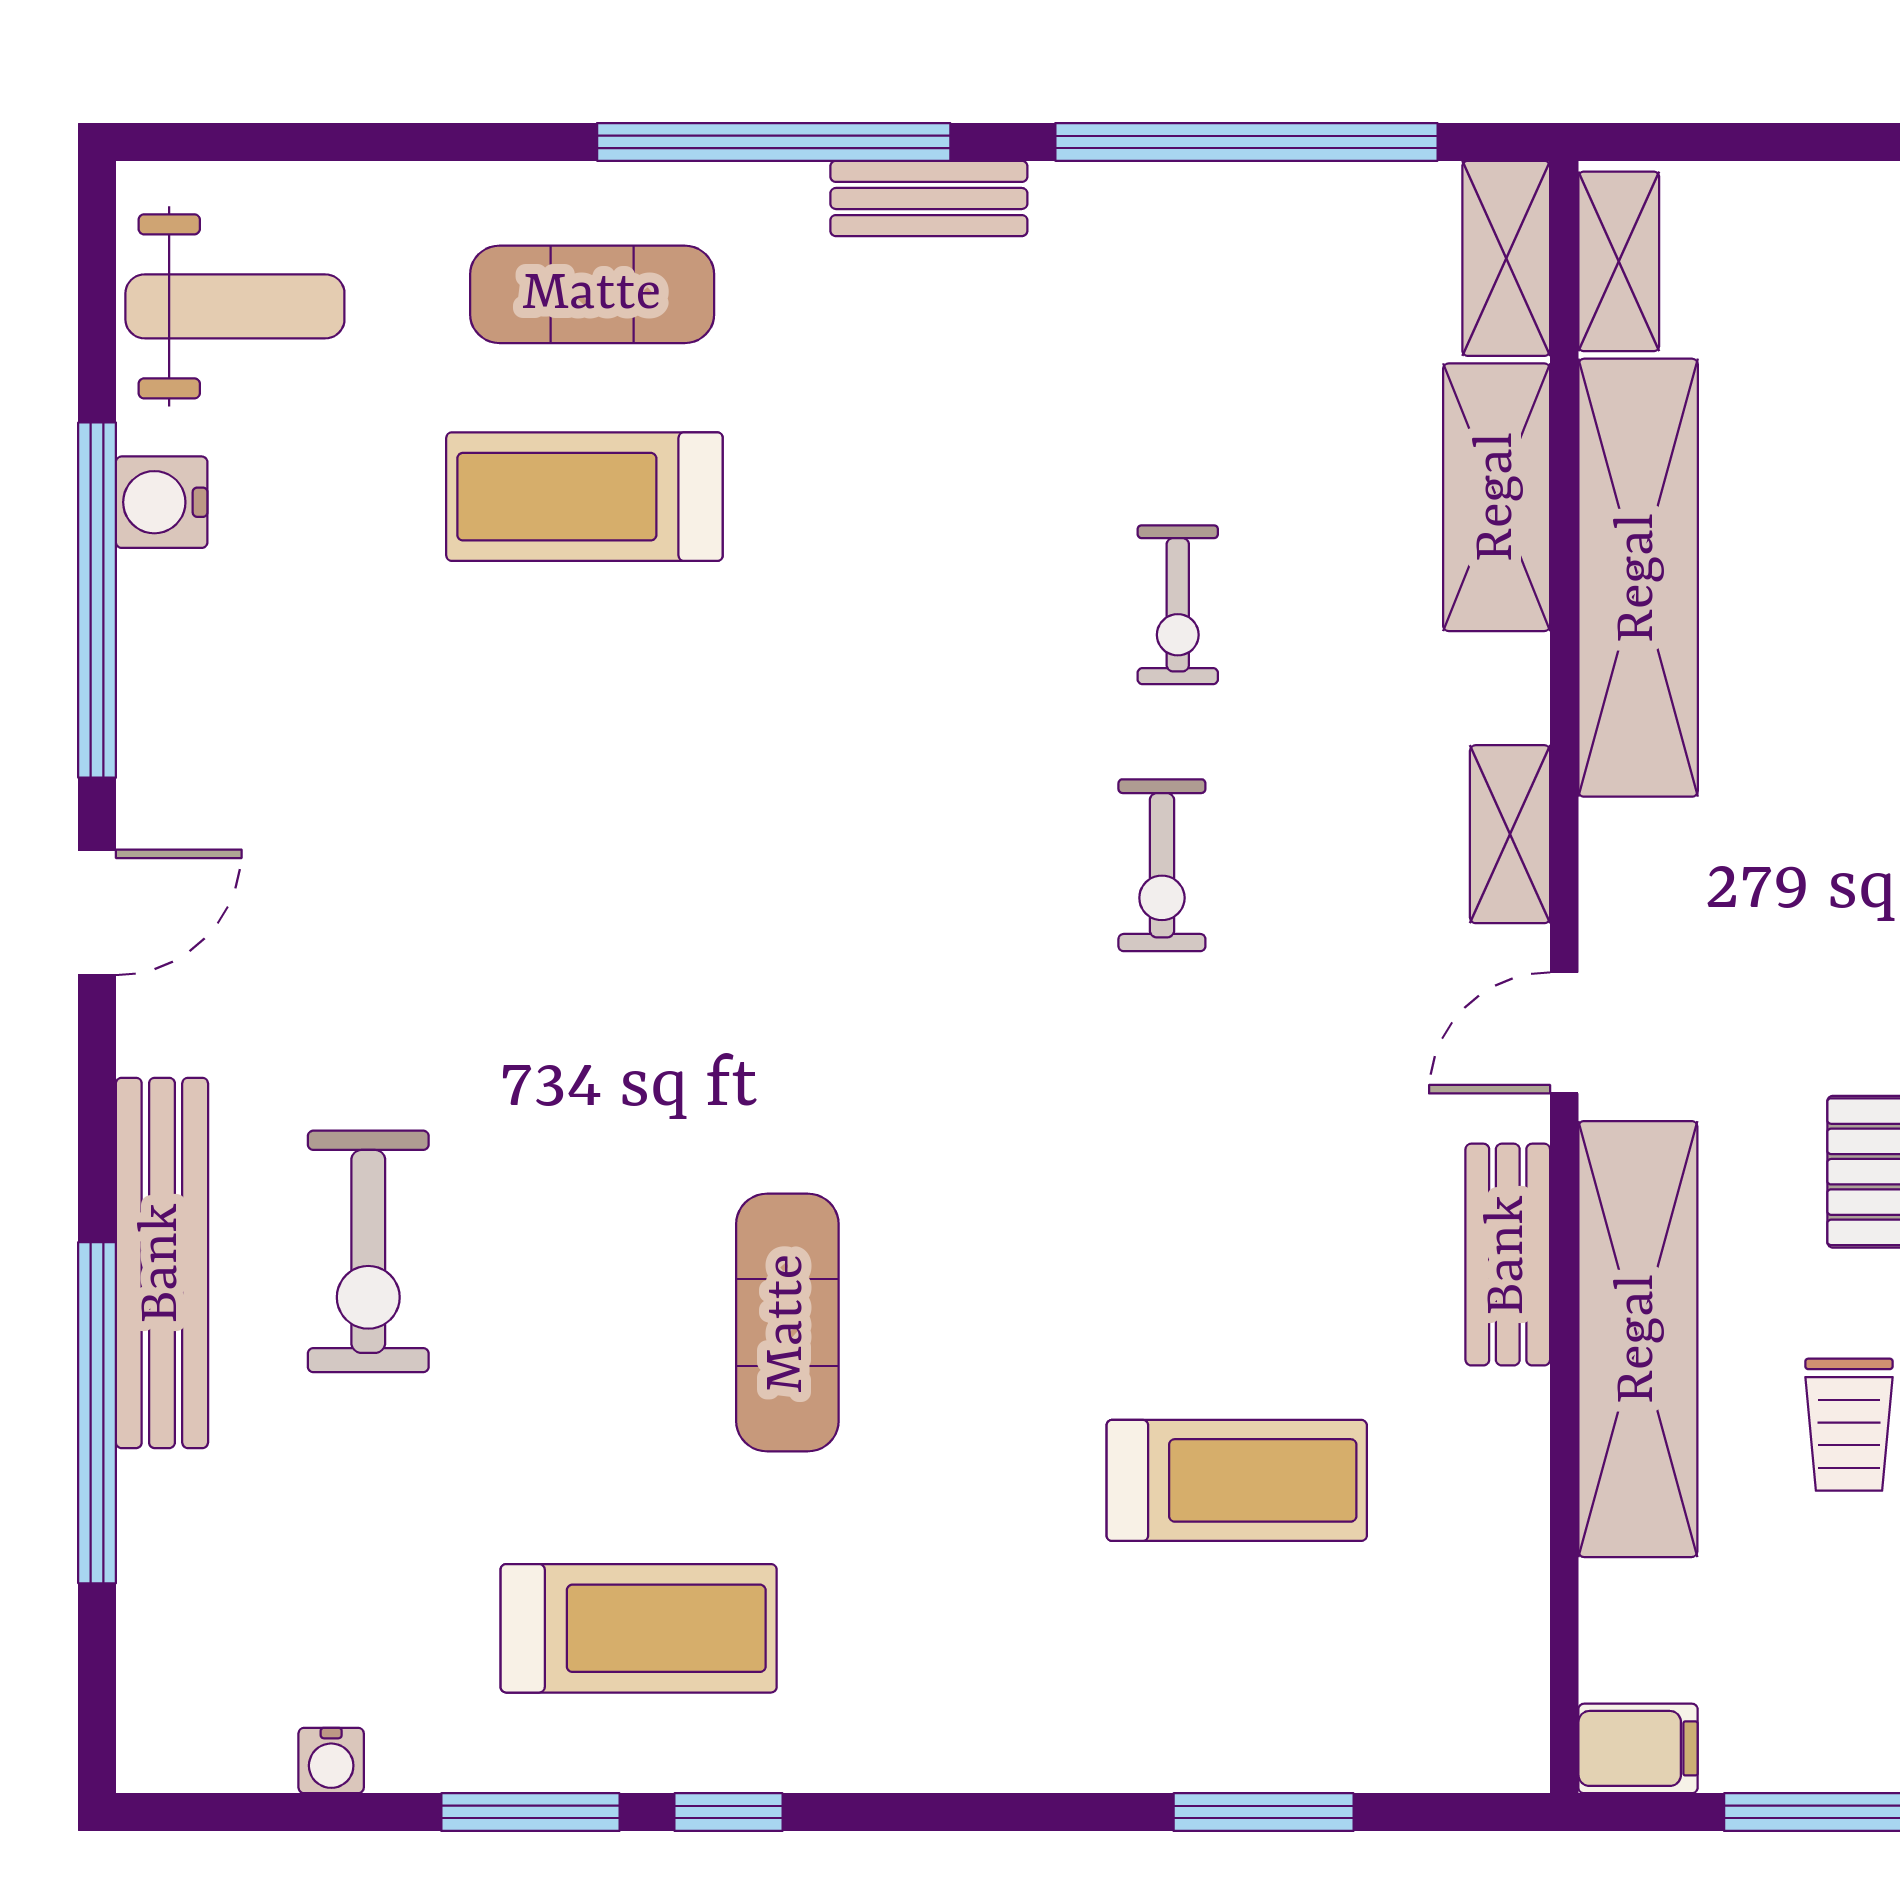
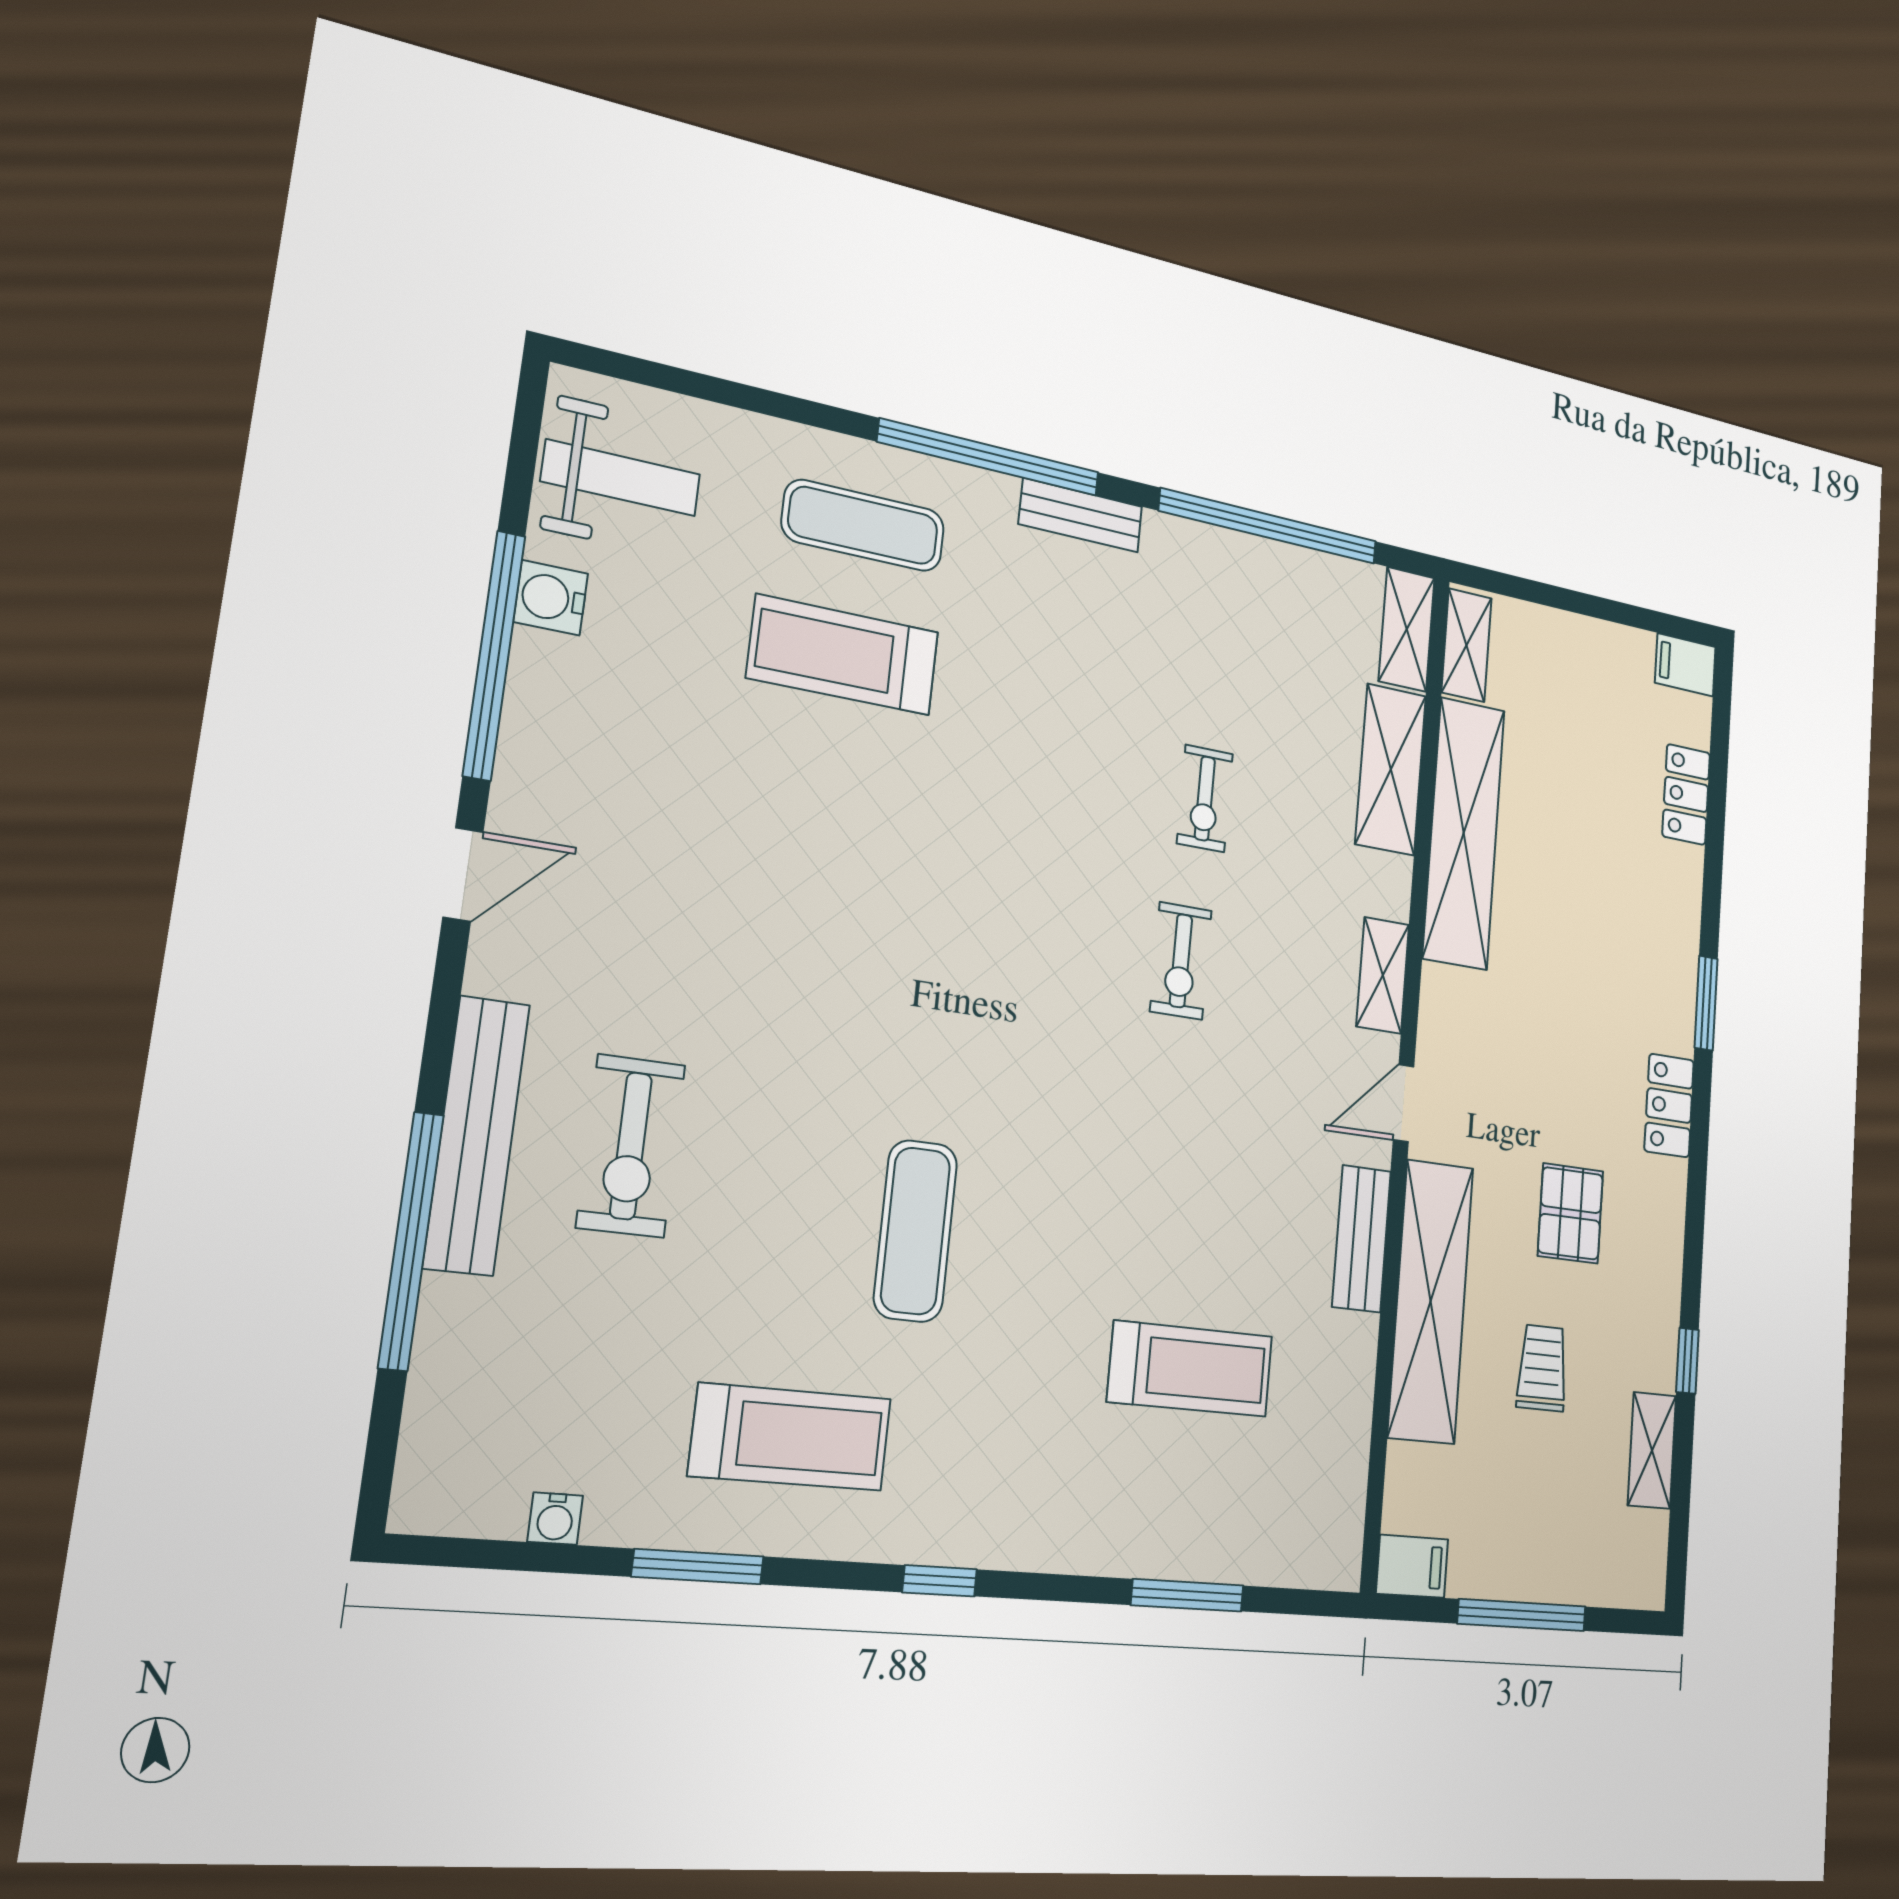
trolley: (1849, 1425) -> (1542, 1368), turned 180
window: (728, 1812) -> (940, 1581), moved

